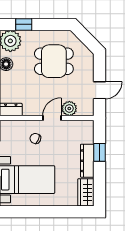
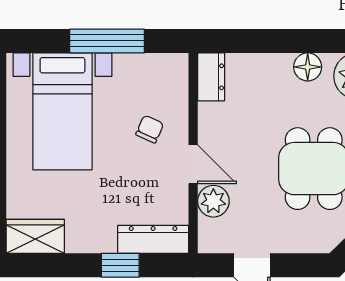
dresser: (87, 161) -> (153, 239), moved

